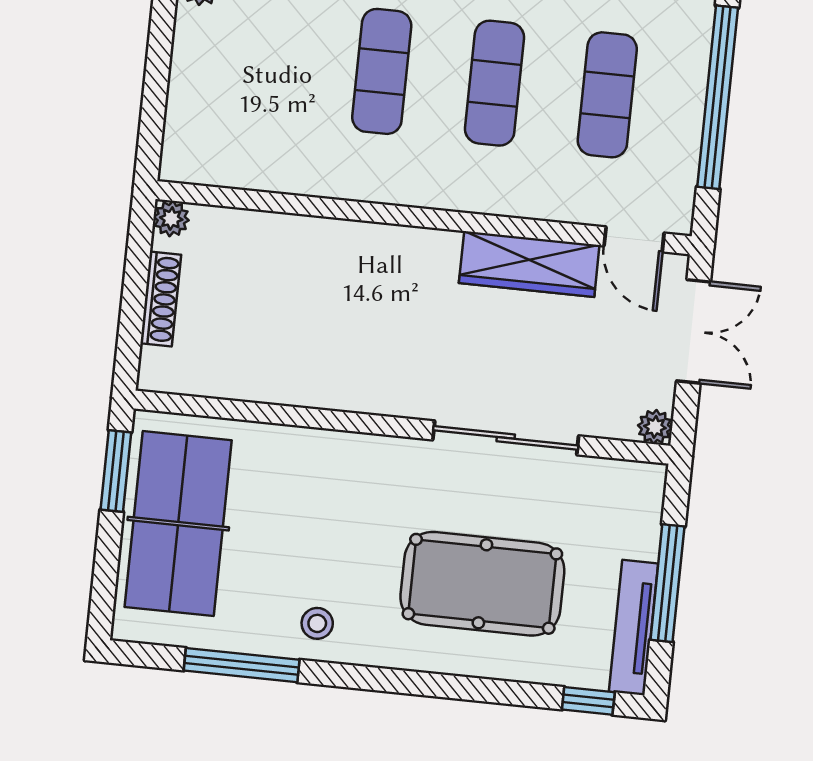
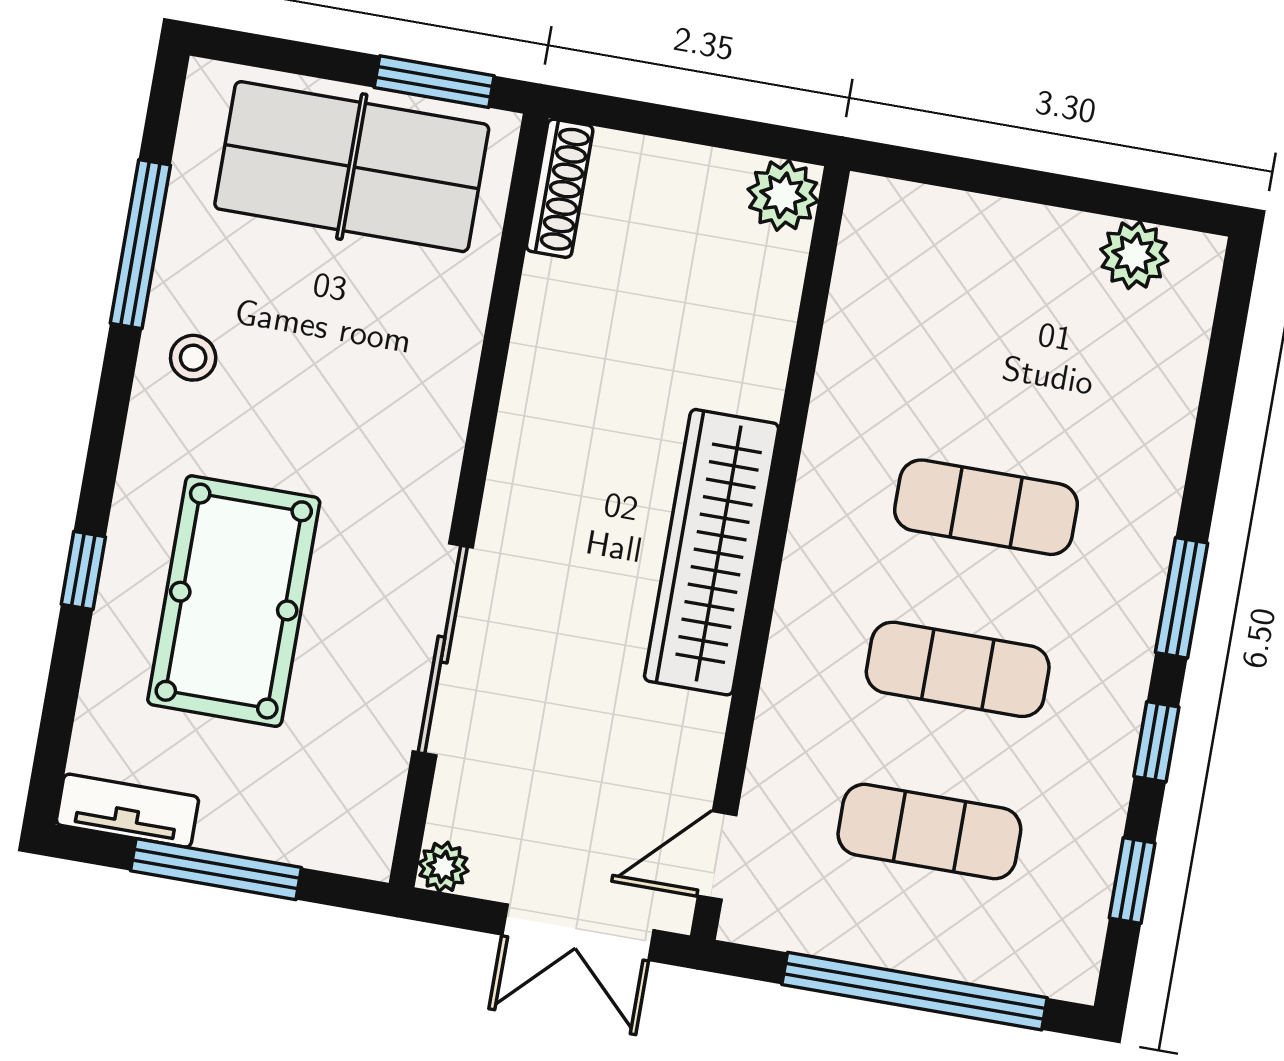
plant: (171, 219) -> (783, 195), width x1.38, depth x1.38
wardrobe: (529, 264) -> (712, 552), moved, width x1.40, depth x1.17
shoe rack: (161, 299) -> (560, 188), moved, turned -90
tv unit: (633, 628) -> (127, 811), width x0.71
window: (588, 701) -> (83, 570), moved

